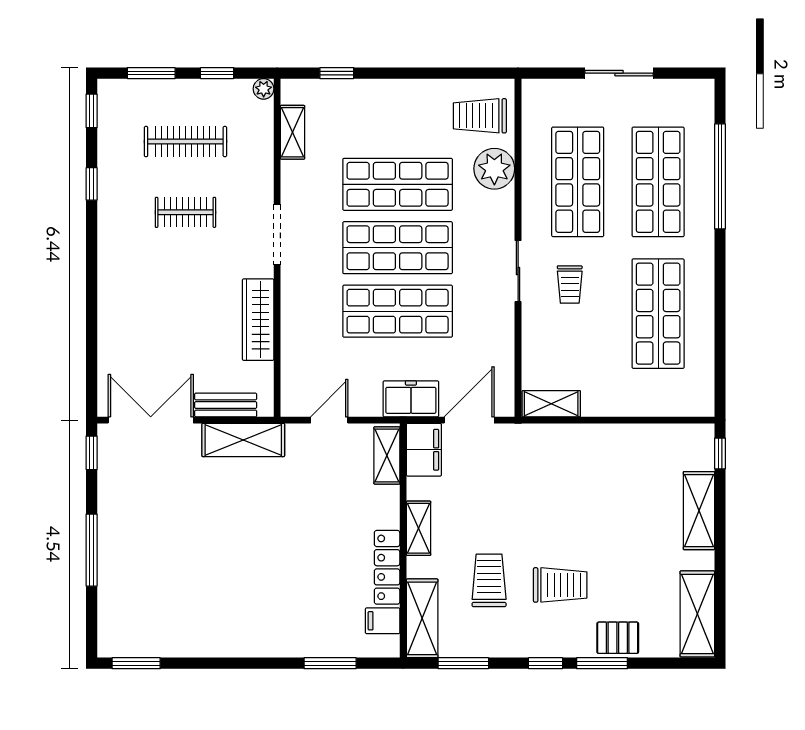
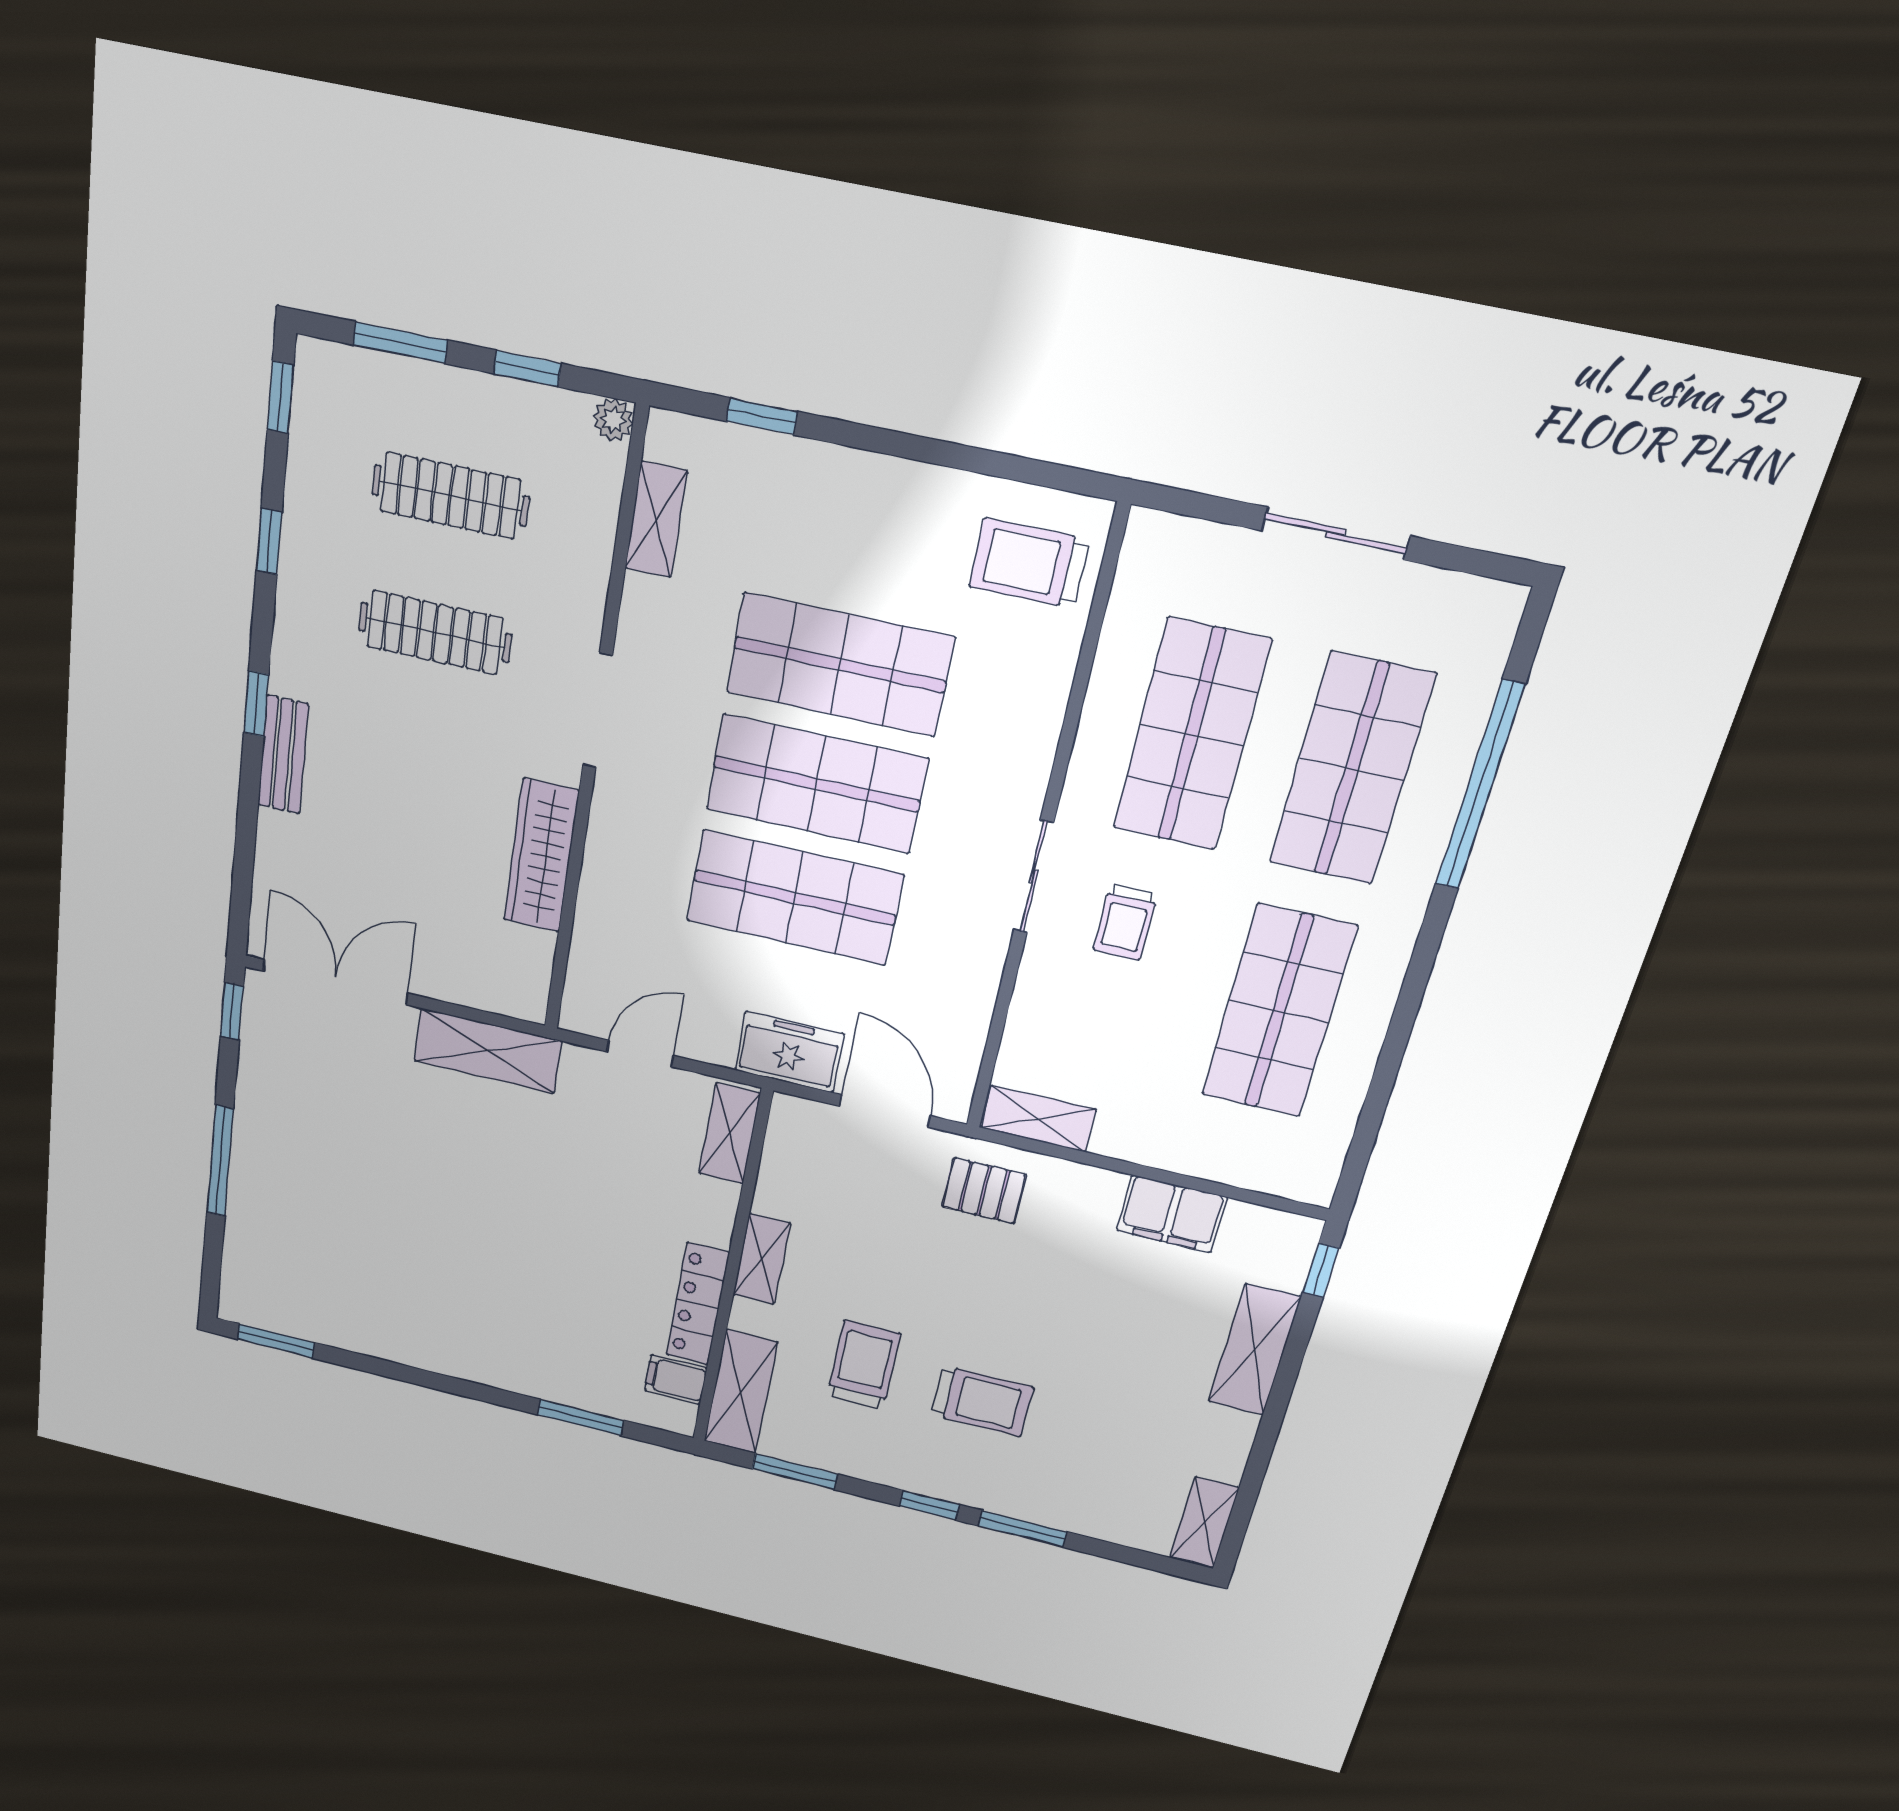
plant: (494, 169) -> (1033, 675), removed
clothes rail: (185, 212) -> (435, 632), width x1.36
window: (92, 271) -> (256, 704), added
bench: (226, 405) -> (283, 755), moved, turned 90
door: (469, 420) -> (885, 1111), hinge flipped
filing cabinet: (424, 450) -> (1172, 1214), moved, turned 90
shelving: (697, 614) -> (1204, 1522), width x0.67, depth x0.75
pallet: (618, 638) -> (984, 1191), moved

